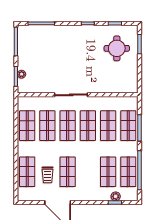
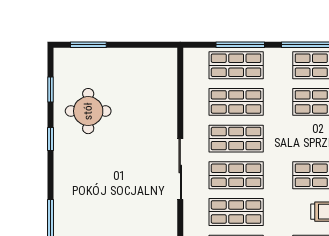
round table: (117, 48) -> (88, 111), moved

